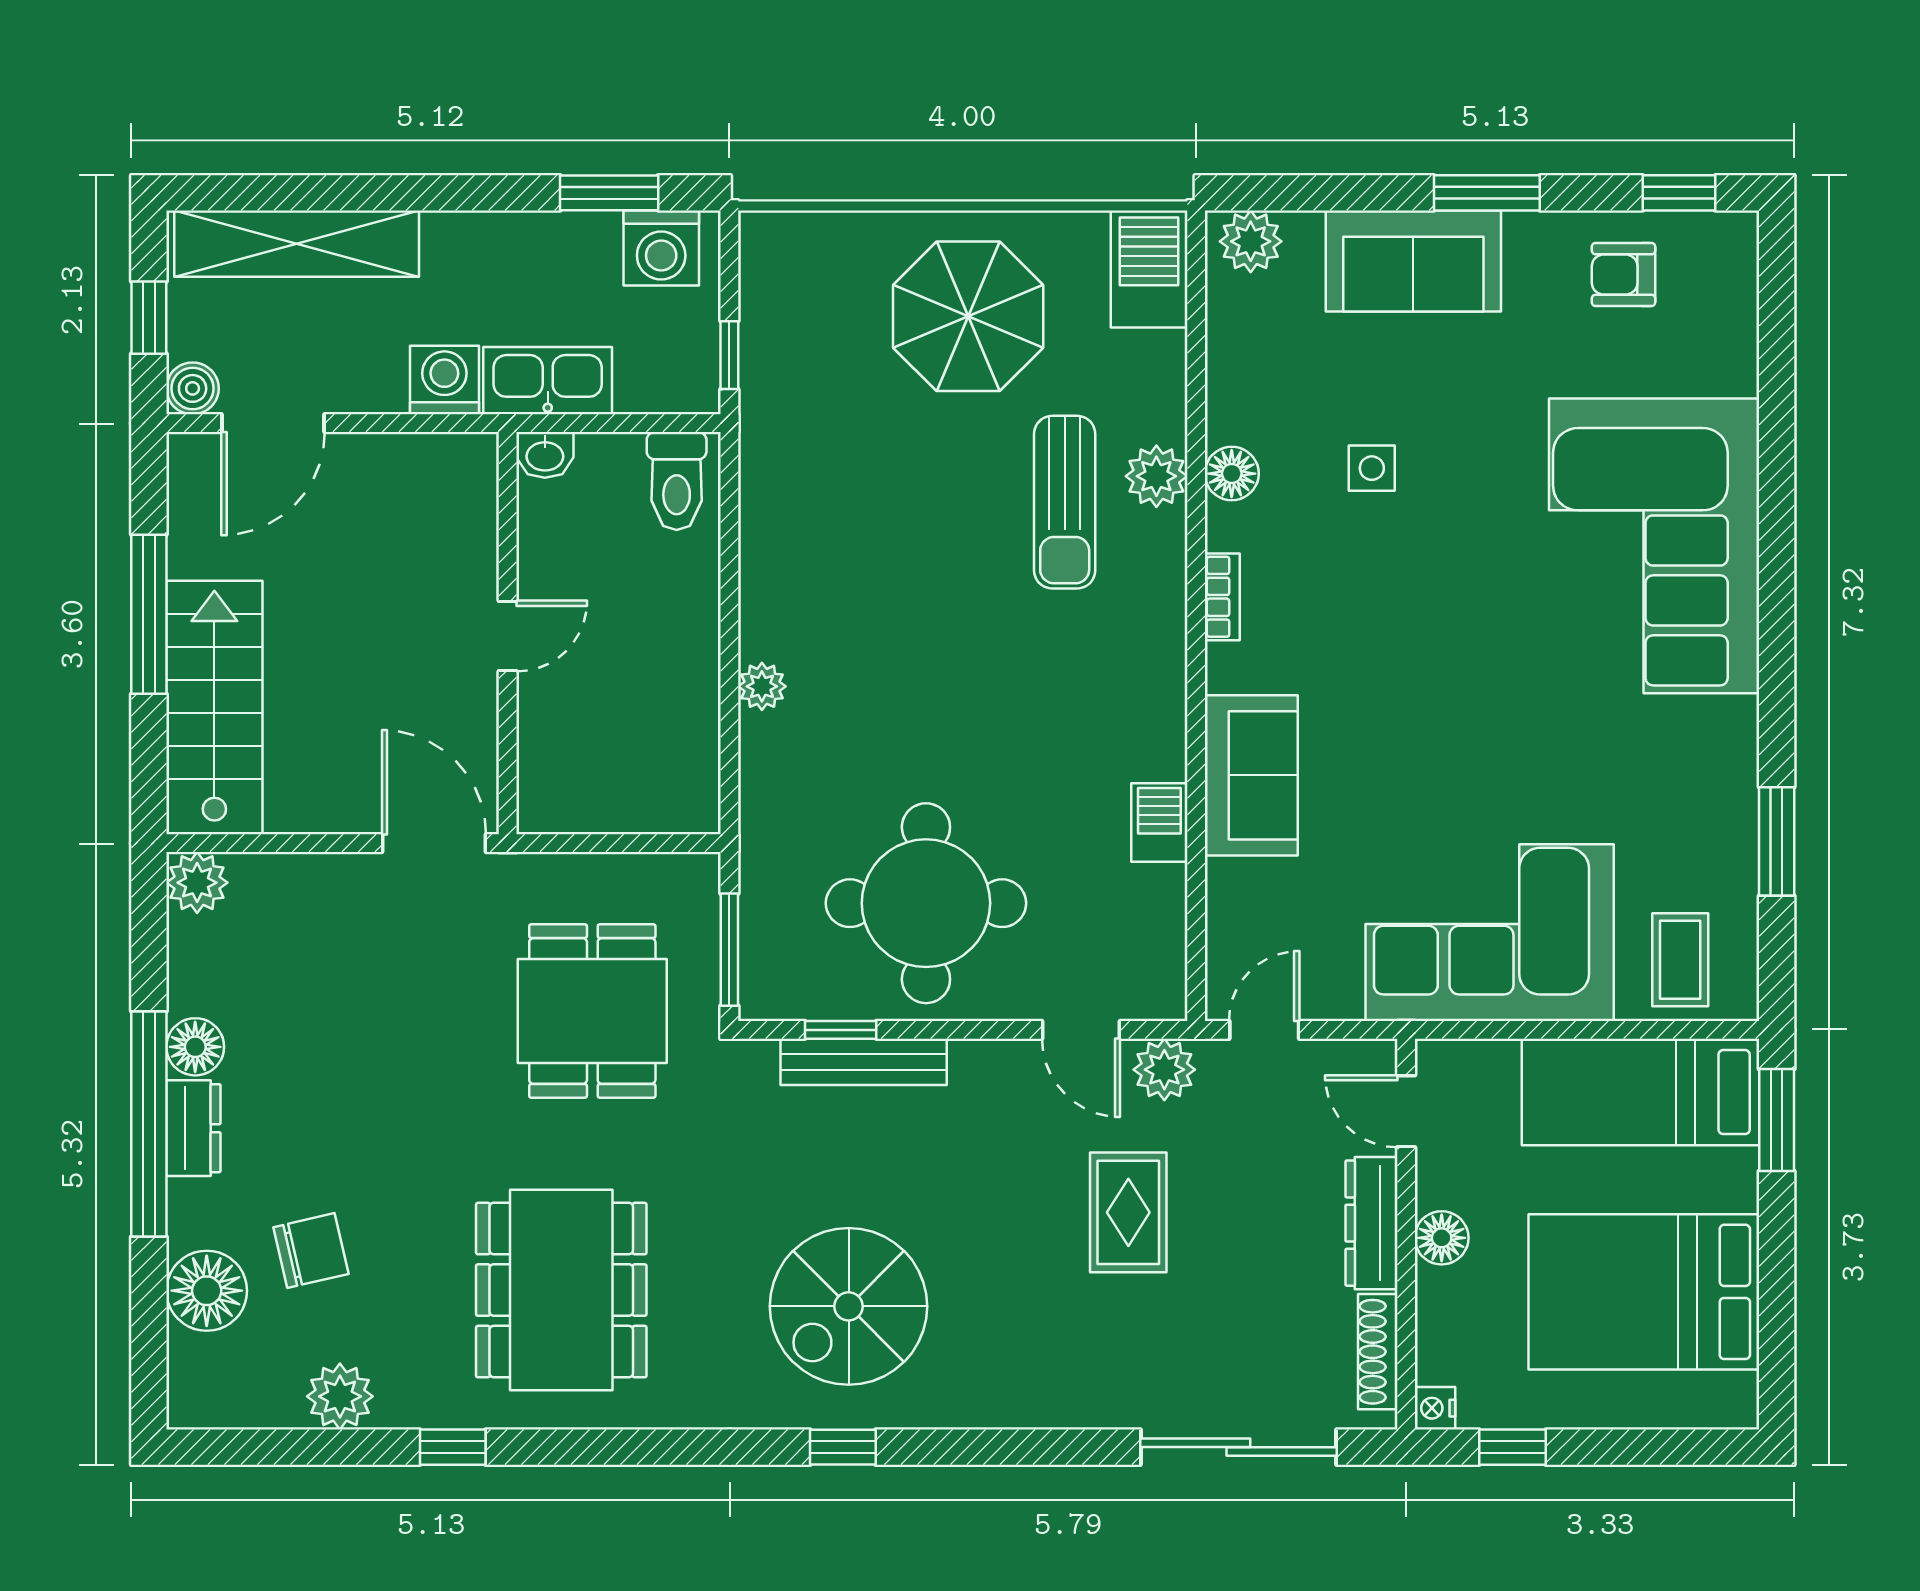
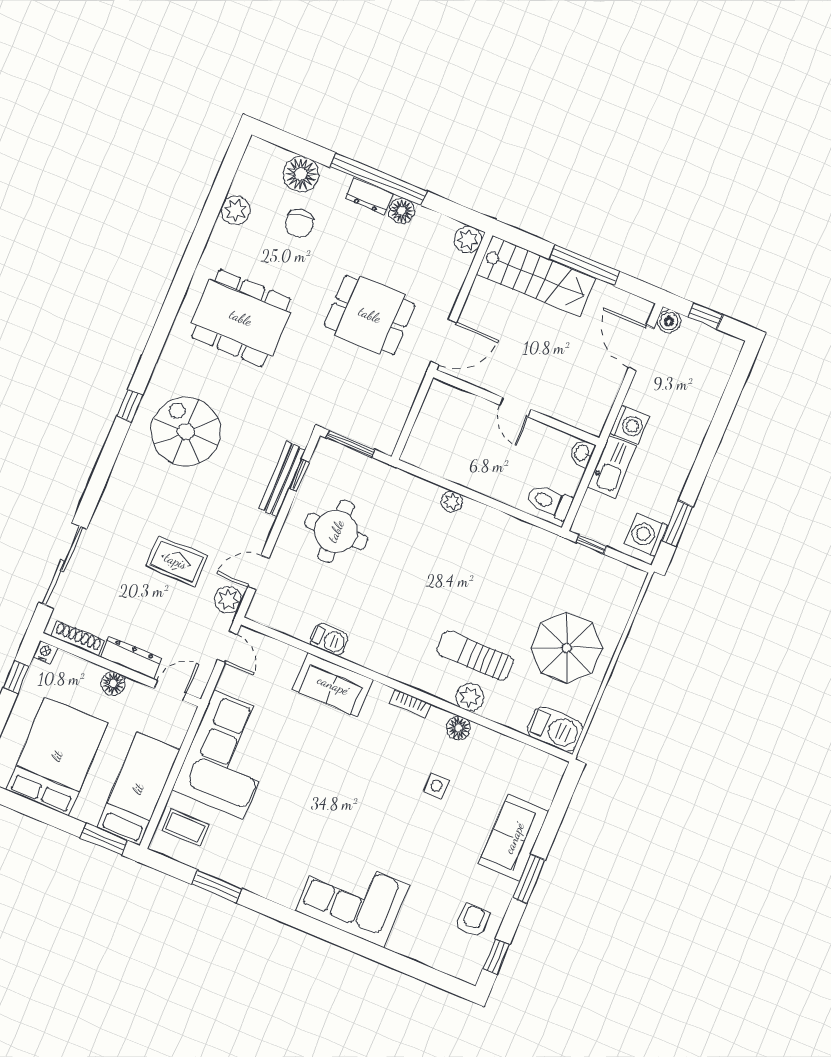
plant: (1251, 241) -> (549, 775), removed
shelving: (297, 244) -> (710, 388), removed
corner sofa: (1654, 546) -> (353, 898), width x0.73, depth x0.74
round table: (926, 903) -> (336, 531), width x0.73, depth x0.73
dining table: (592, 1011) -> (370, 315), moved
window: (453, 1447) -> (196, 247), removed

